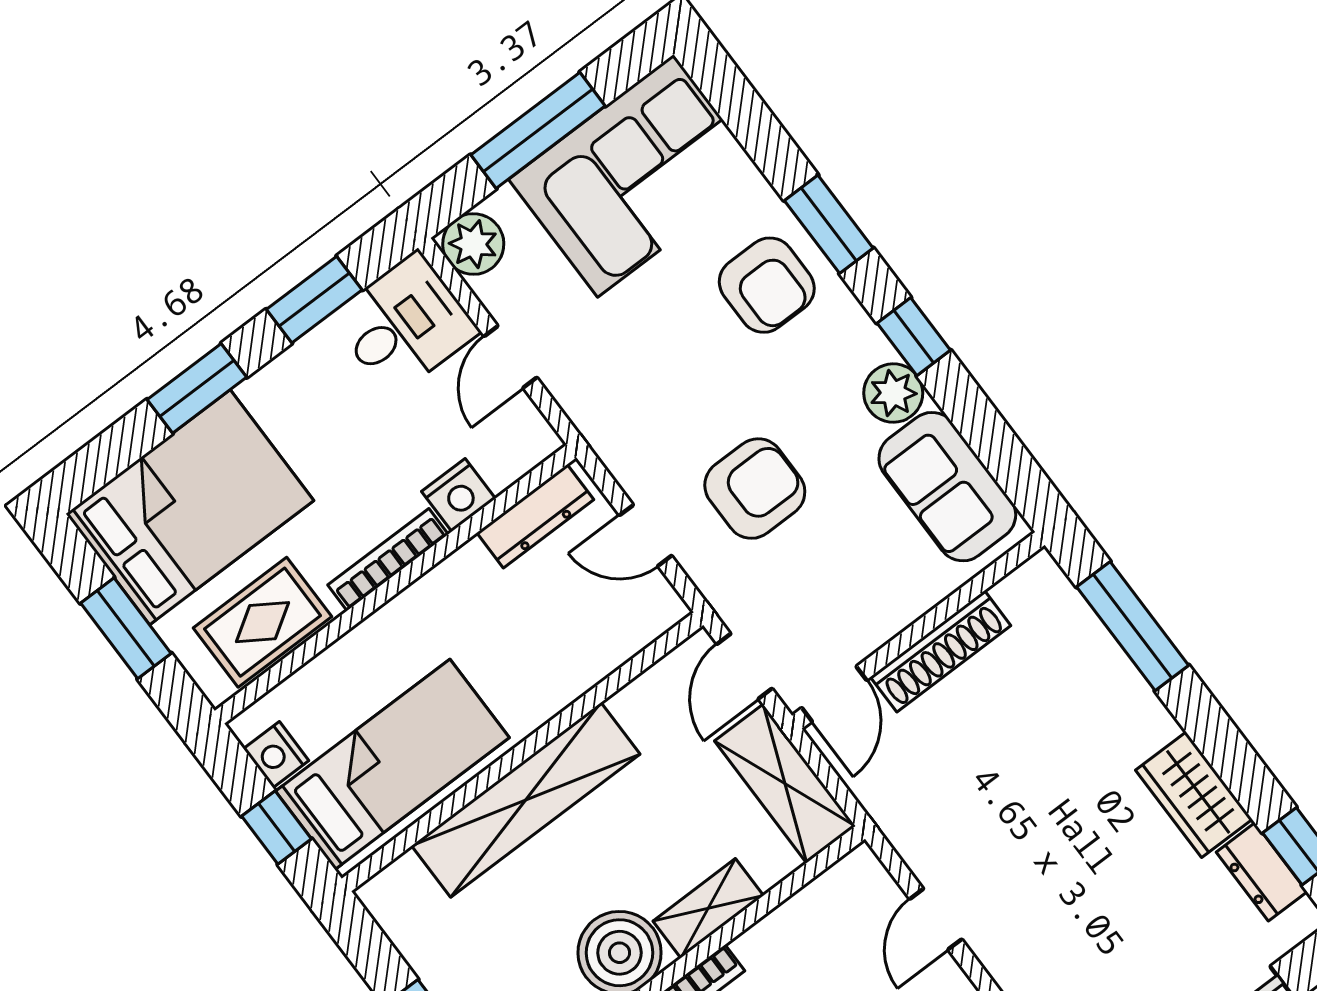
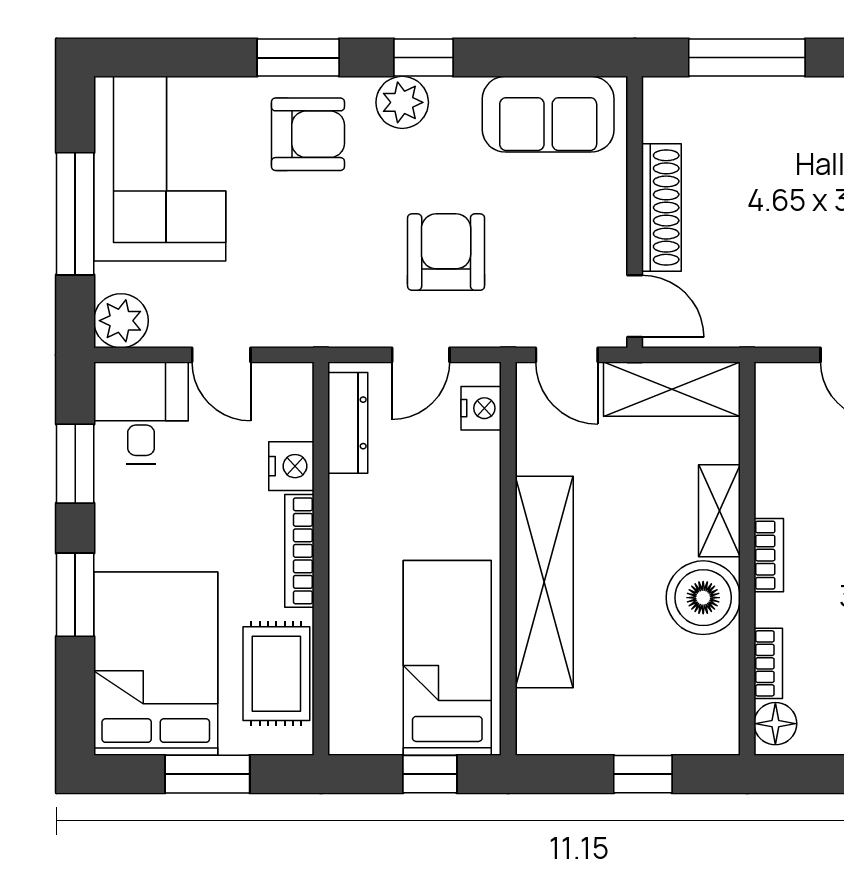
plant: (893, 393) -> (402, 102), moved
nightstand: (276, 755) -> (481, 408), moved, turned -90

